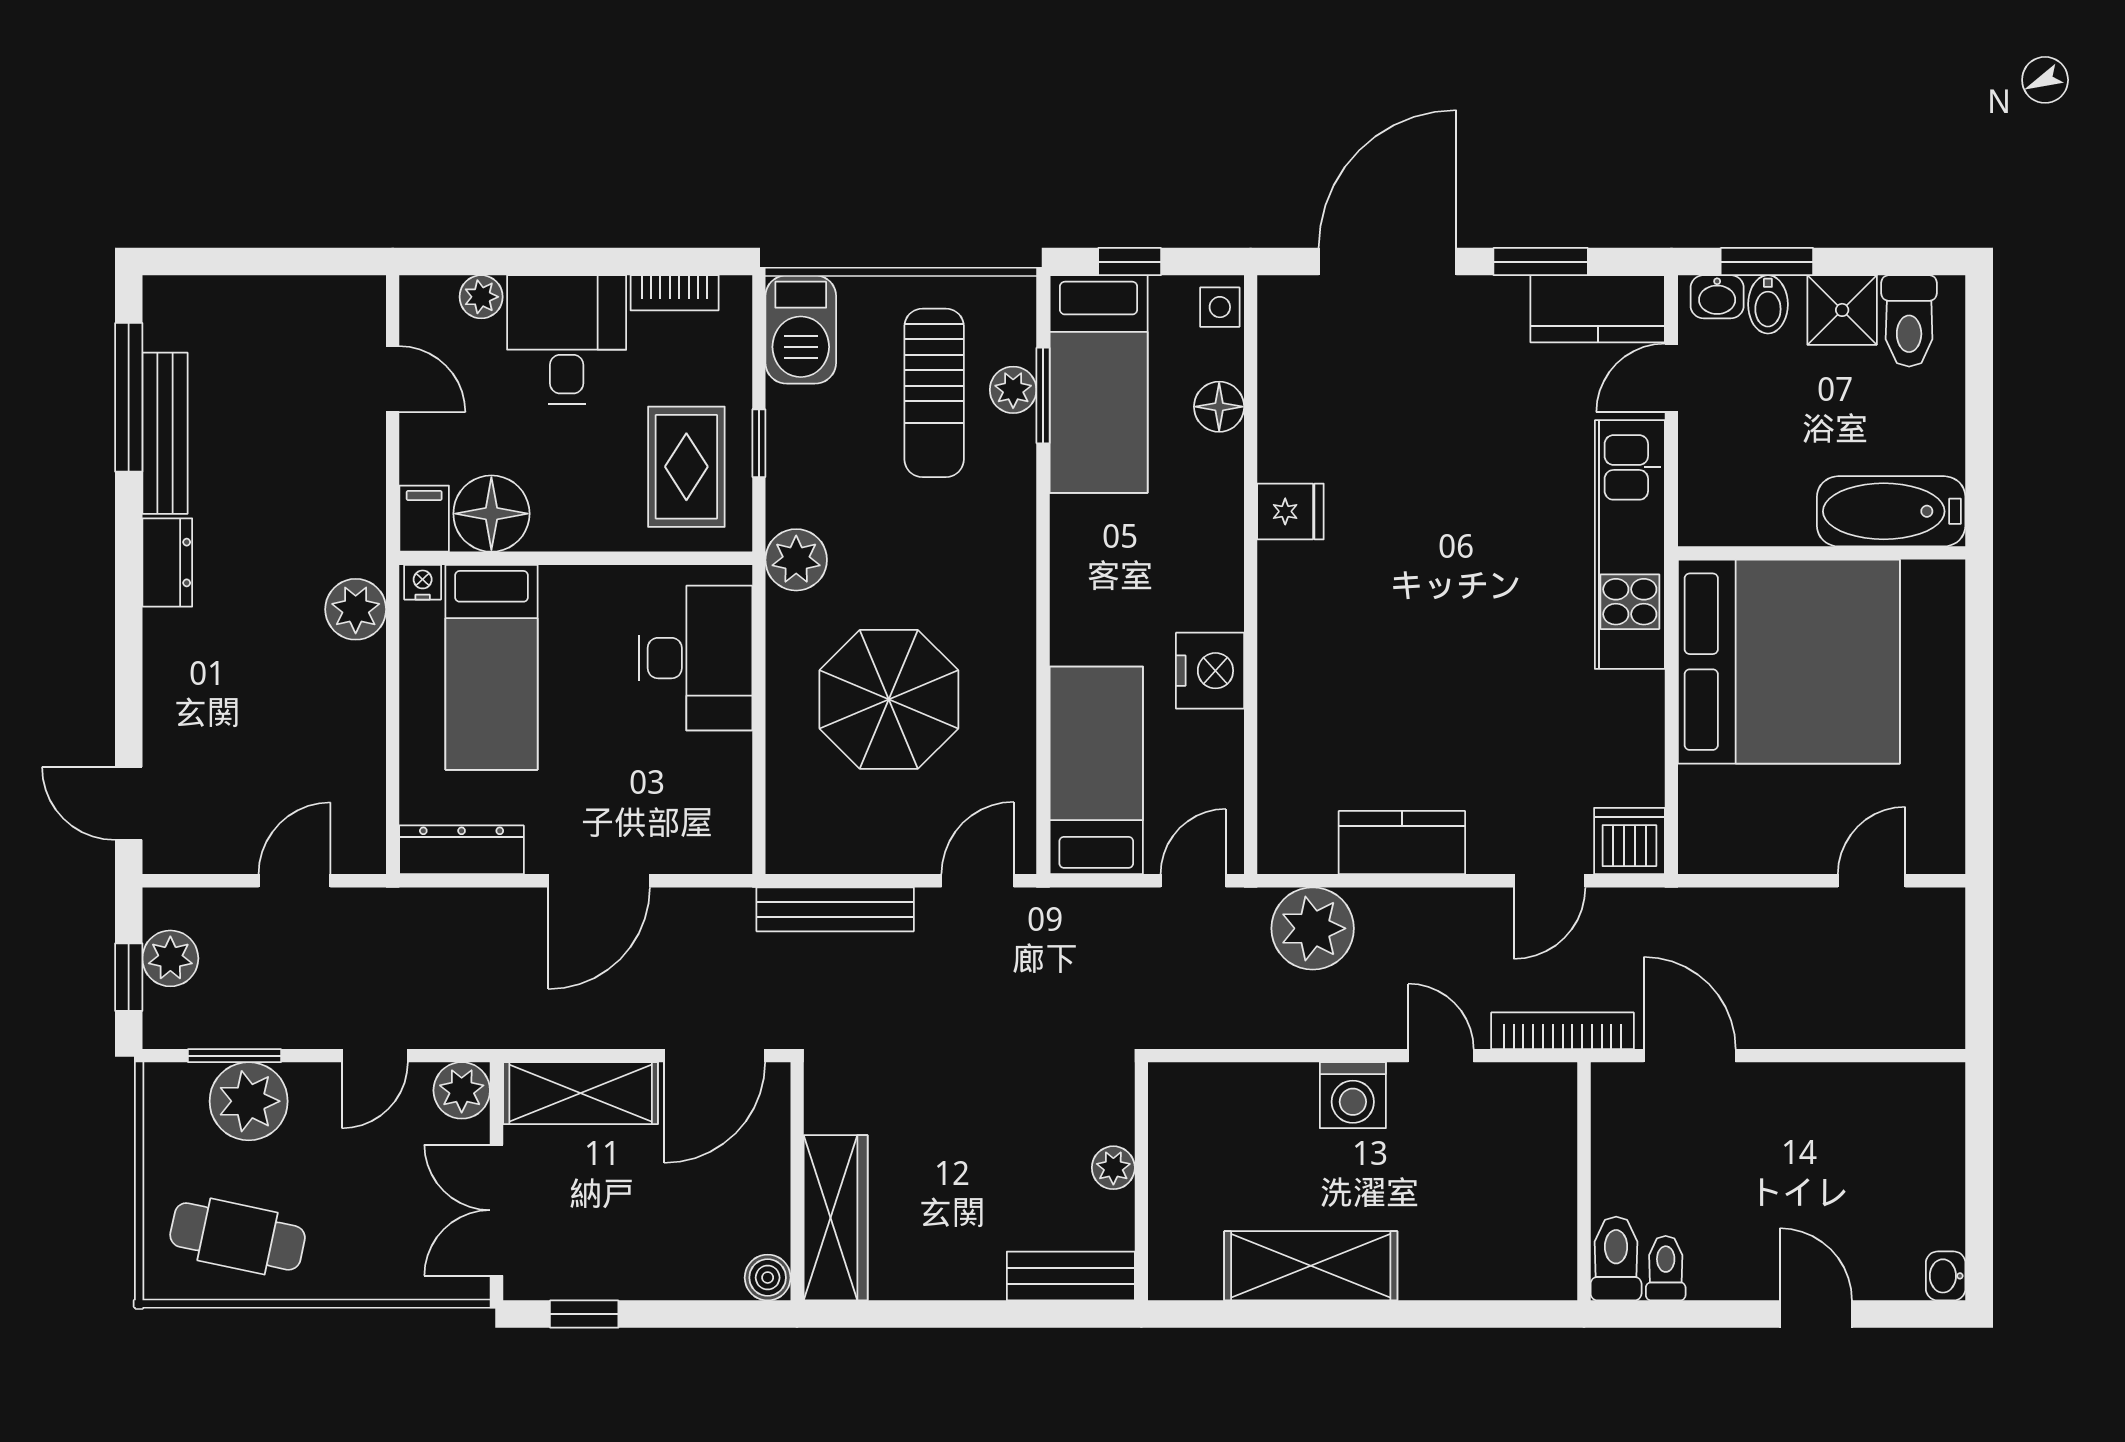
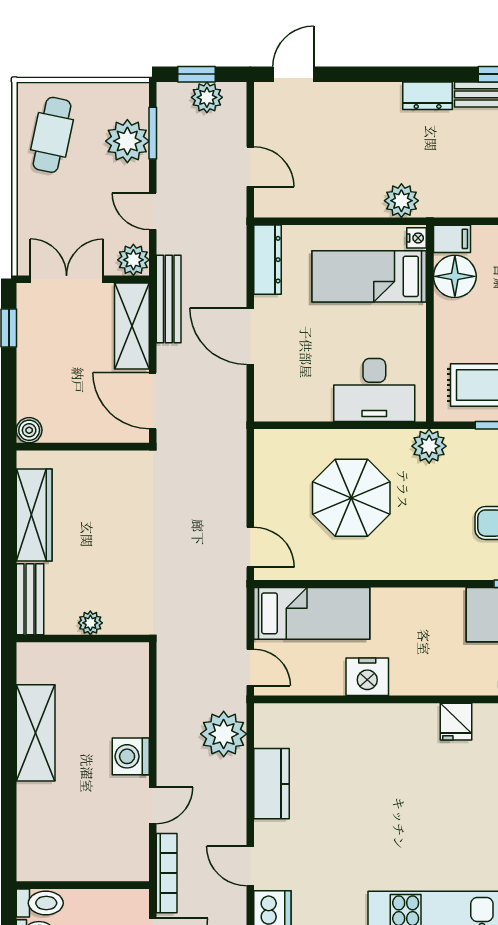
bench: (835, 909) -> (169, 299), moved
wardrobe: (836, 1218) -> (34, 515), moved, turned -90

